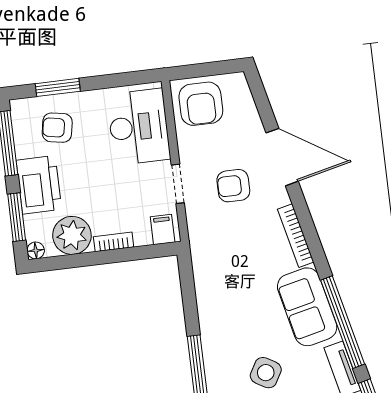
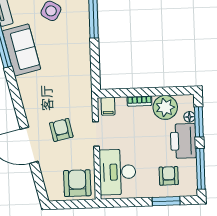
armchair: (57, 128) -> (169, 176), turned -100
armchair: (233, 186) -> (61, 130), turned -102
bookcase: (296, 236) -> (25, 95), removed
floor lamp: (36, 250) -> (189, 117), moved

